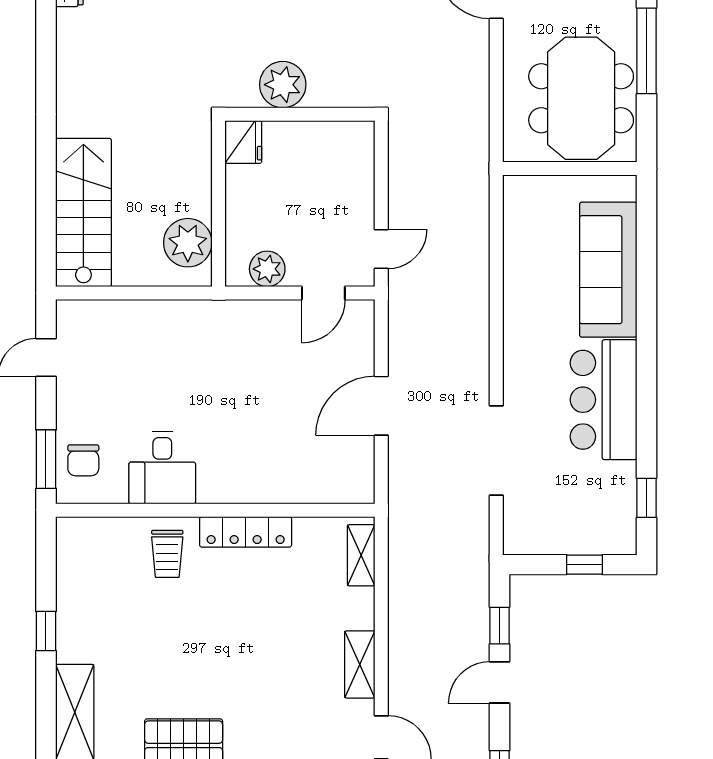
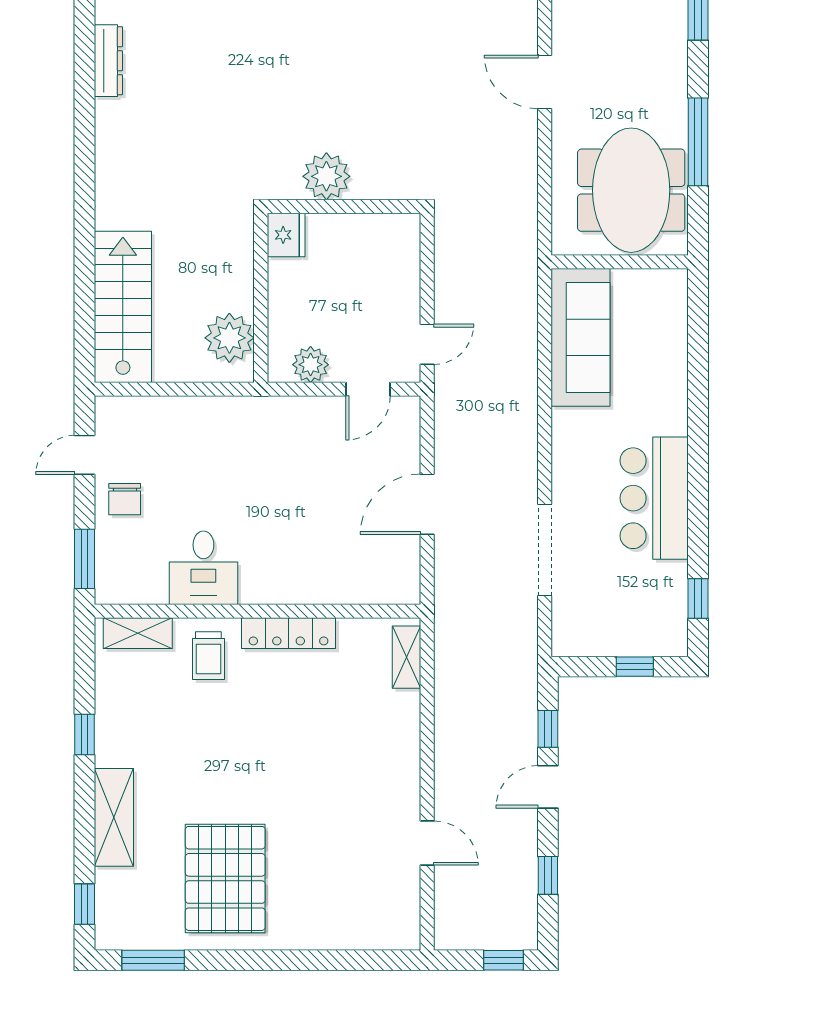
sofa: (608, 270) -> (580, 337), moved, turned 180
chair: (83, 460) -> (125, 499), moved
shelving: (360, 664) -> (138, 633), moved, turned 90

